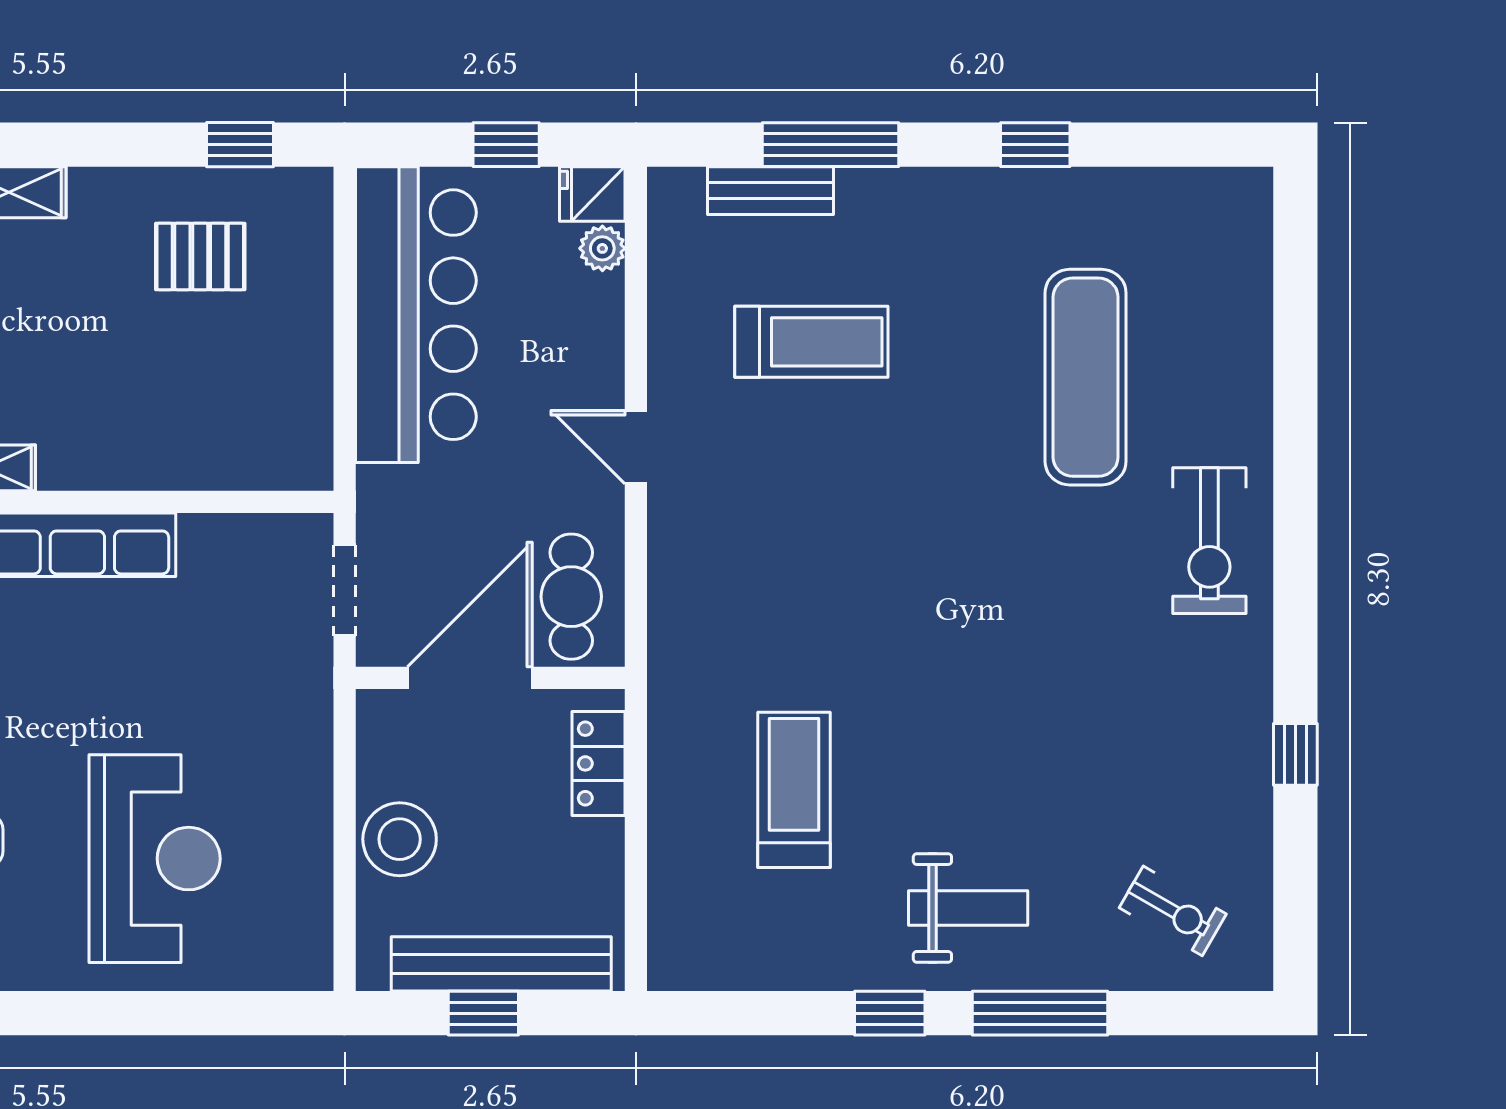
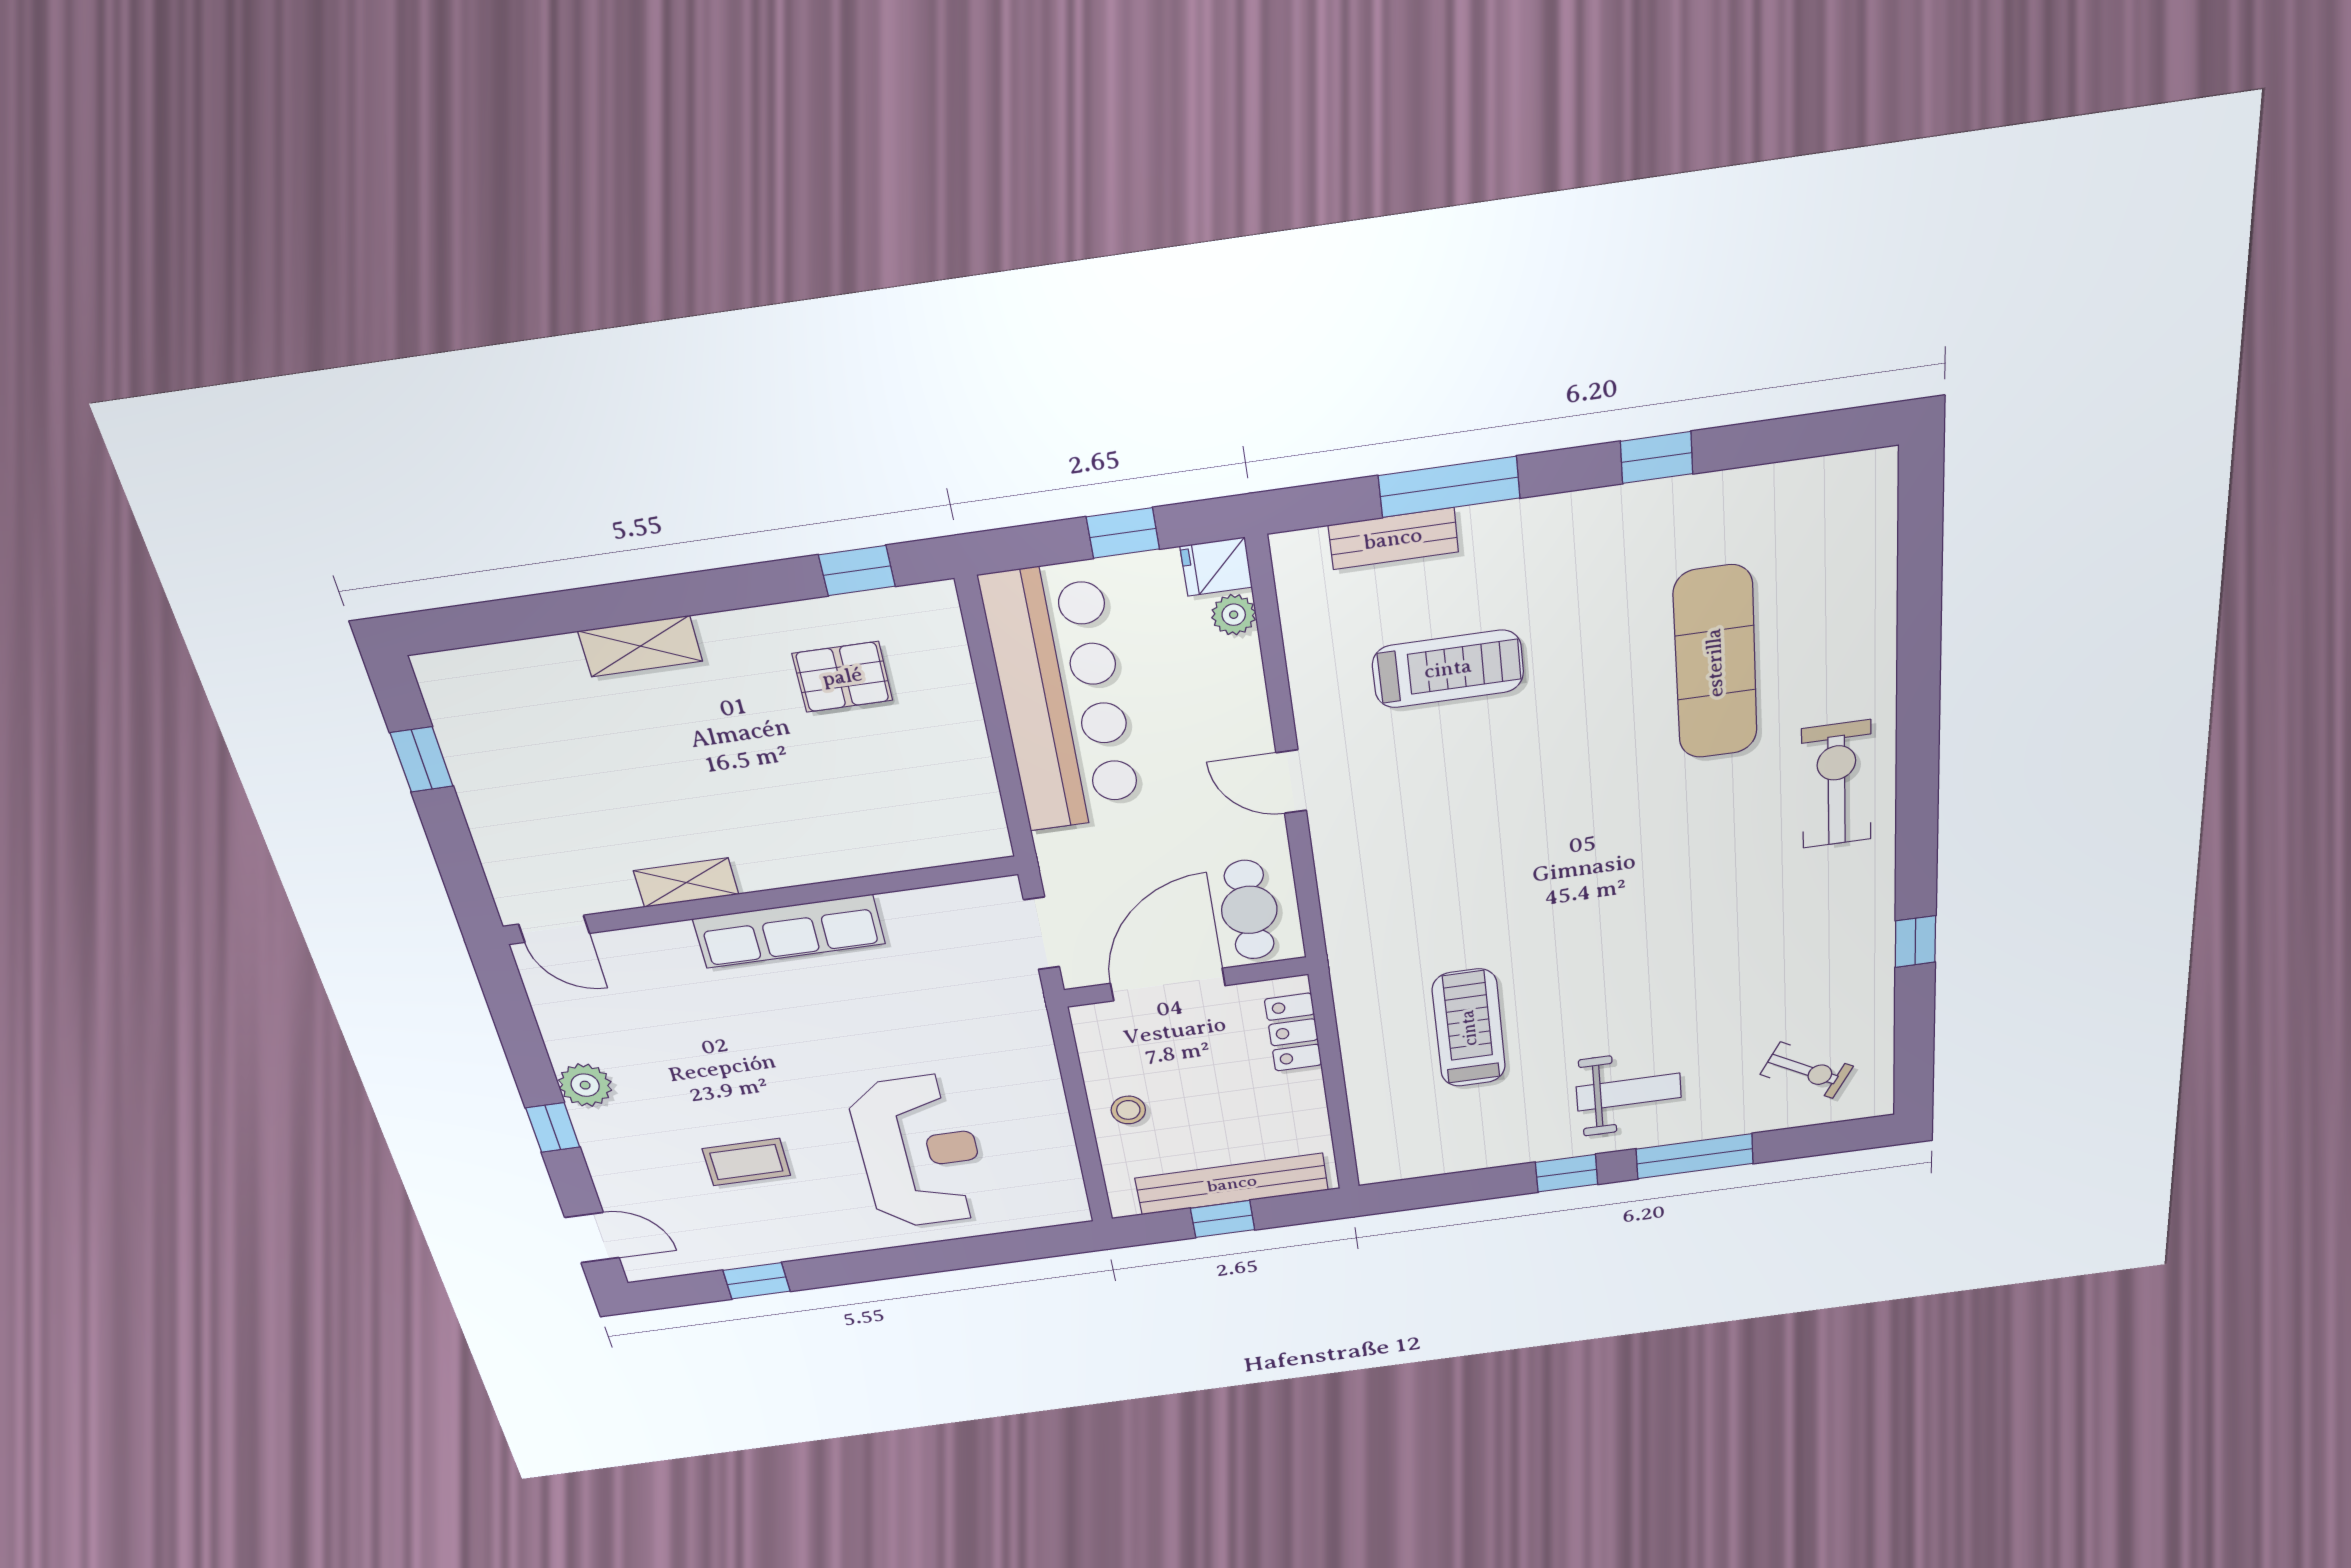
exercise bike: (1209, 541) -> (1837, 784), turned 180
stool: (400, 839) -> (1128, 1110), width x0.53, depth x0.53

